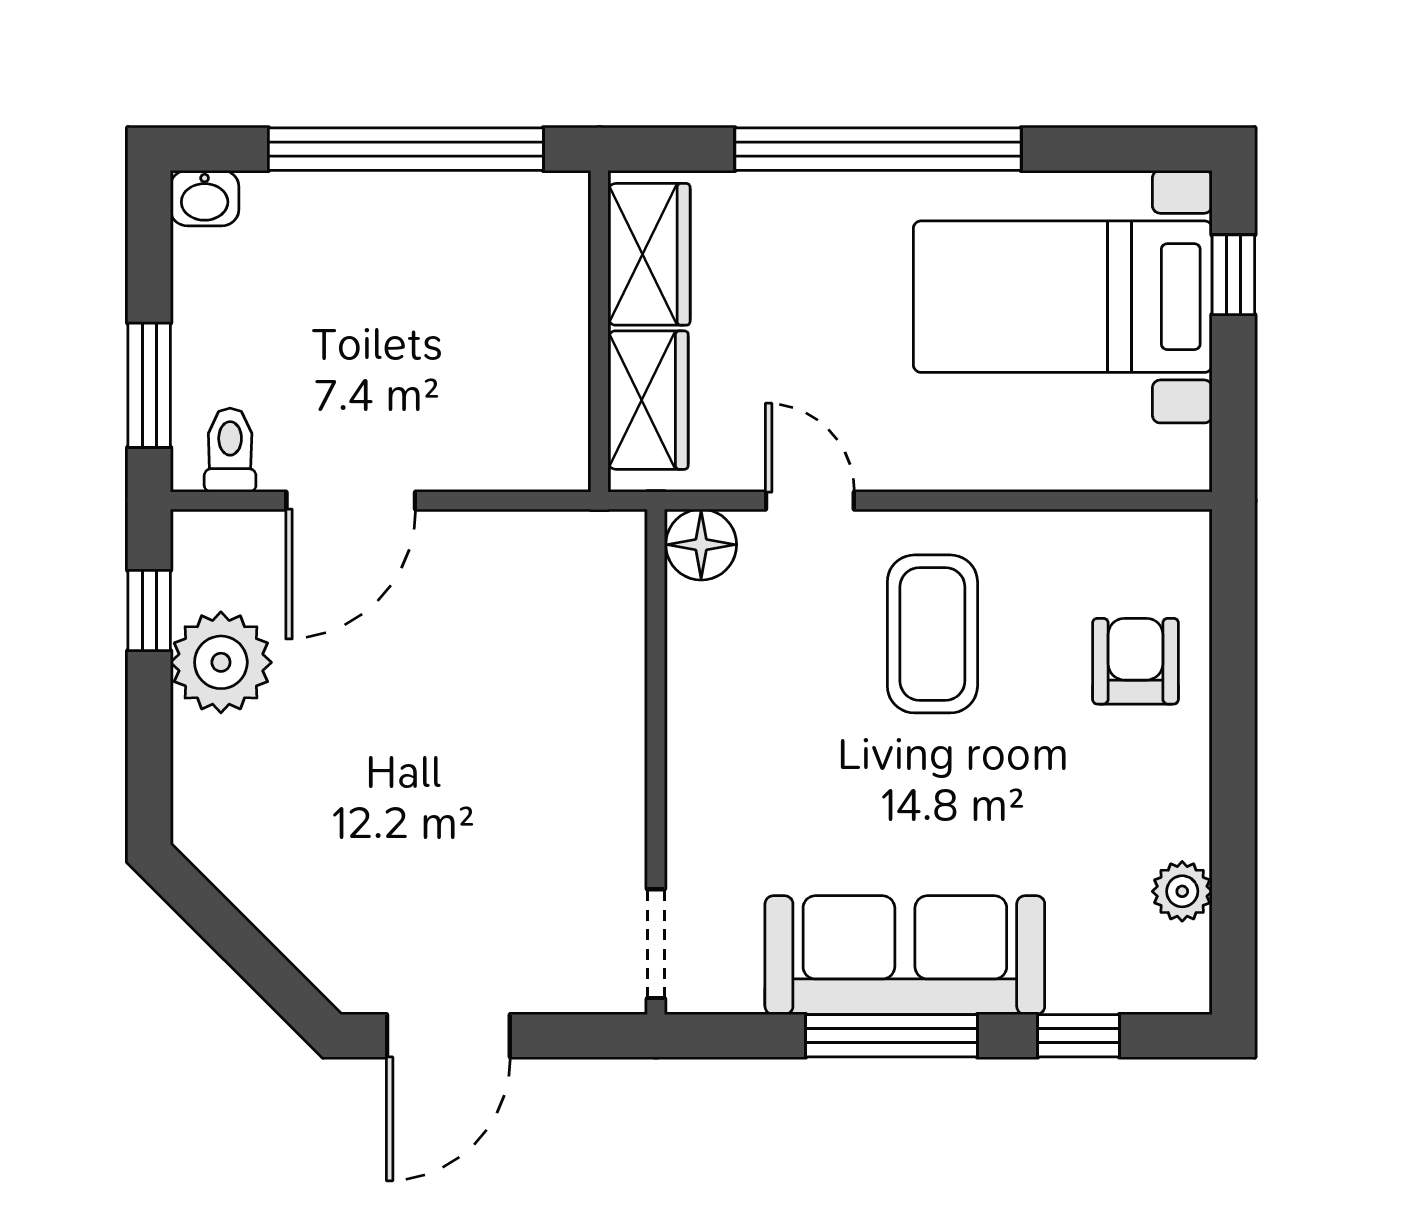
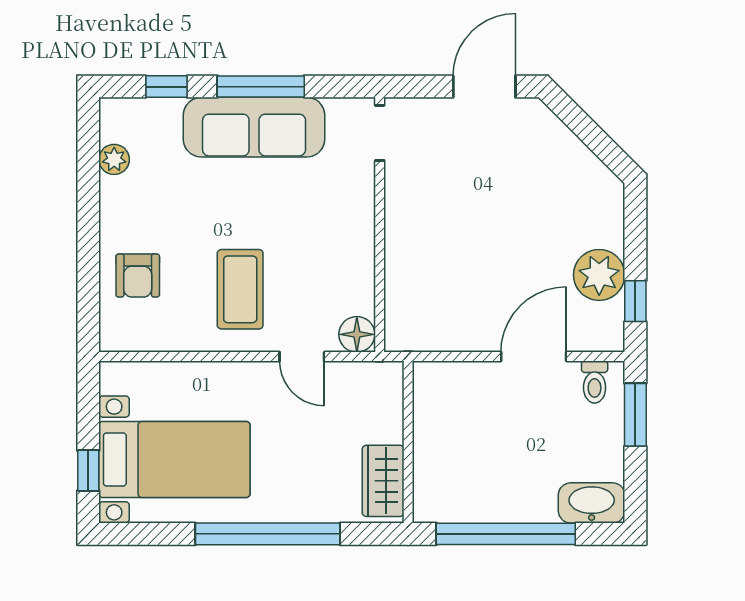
washbasin: (205, 198) -> (592, 503), width x1.91, depth x1.45
wardrobe: (648, 400) -> (384, 407), removed

